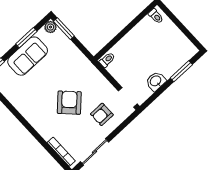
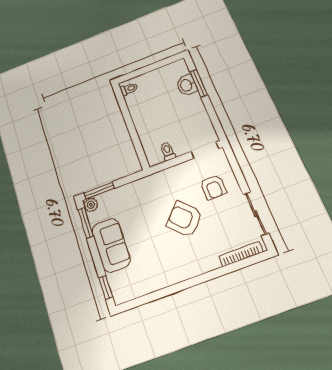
window: (26, 38) -> (86, 223), moved
toilet: (107, 60) -> (168, 151), moved
washbasin: (156, 81) -> (187, 85), moved

